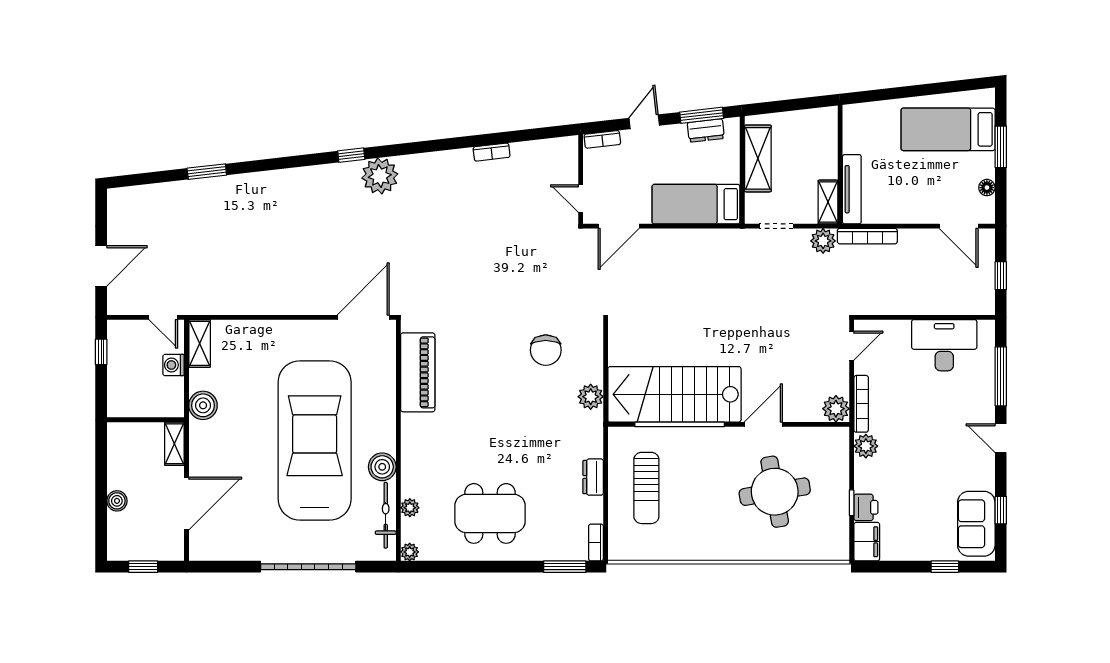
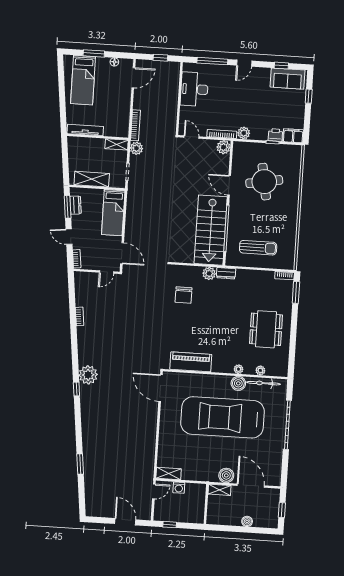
tv unit: (852, 189) -> (85, 130), moved
chair: (546, 350) -> (184, 295), turned 90
boiler: (203, 405) -> (226, 475), moved
dresser: (593, 477) -> (226, 273), moved
plant: (410, 552) -> (238, 369), moved

